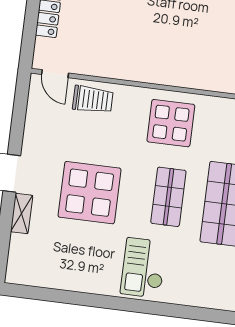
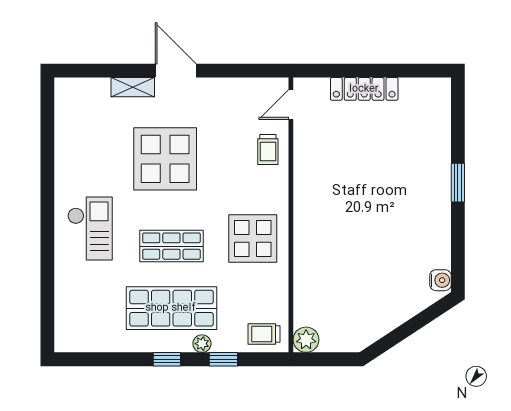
trolley: (93, 99) -> (268, 149), width x0.73, depth x0.72
checkout: (143, 268) -> (90, 228), turned 90

